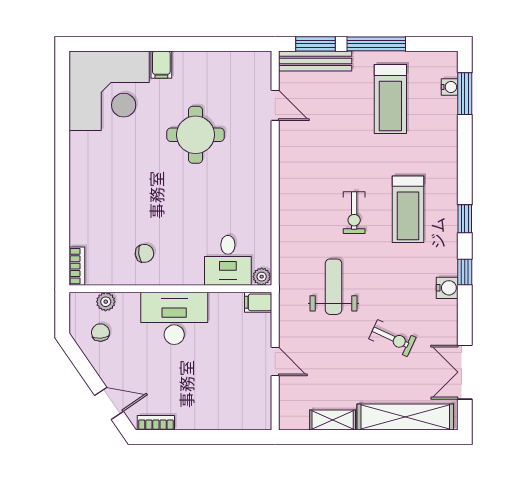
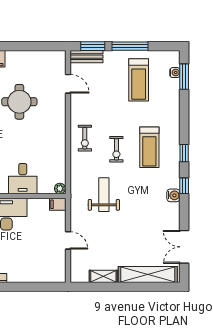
bench: (315, 61) -> (87, 57), width x0.73
desk: (228, 260) -> (23, 179), moved
exercise bike: (392, 338) -> (85, 138), moved, turned 65

